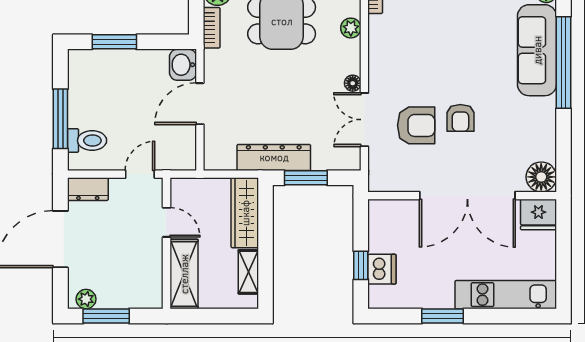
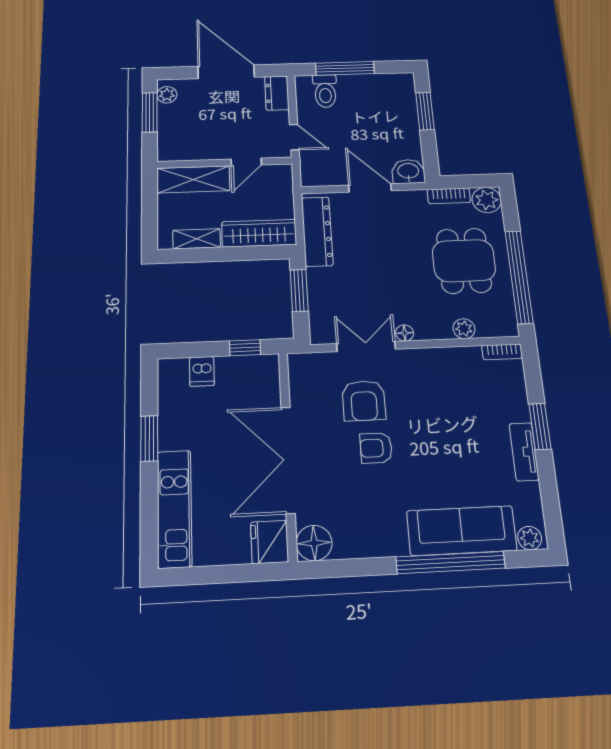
dresser: (274, 157) -> (317, 231), moved
window: (361, 265) -> (245, 348), moved
dishwasher: (382, 269) -> (202, 371), width x0.73

